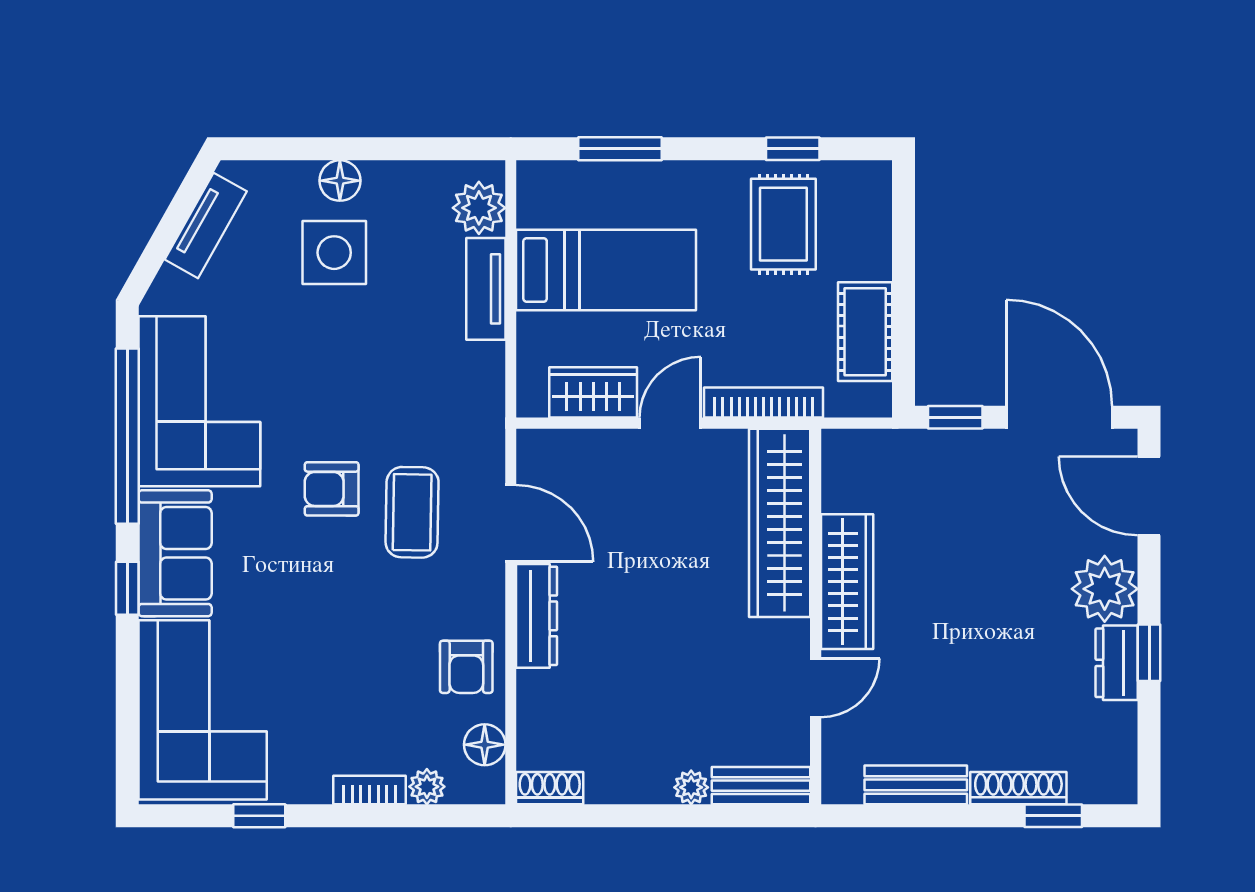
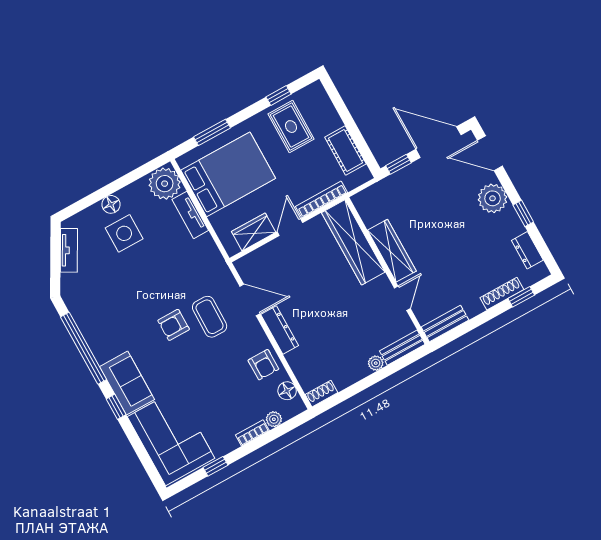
plant: (479, 208) -> (165, 184), width x1.36, depth x1.36
bed: (606, 270) -> (228, 174), width x1.50
corner sofa: (199, 401) -> (104, 319), removed
dresser: (1117, 663) -> (527, 250), moved
bench: (916, 785) -> (445, 324), moved

